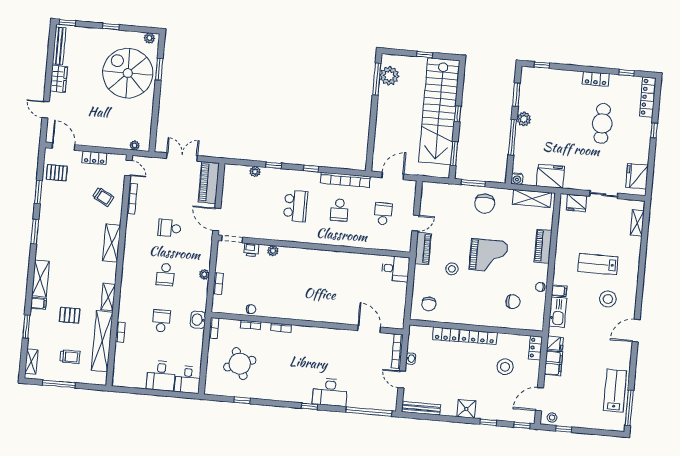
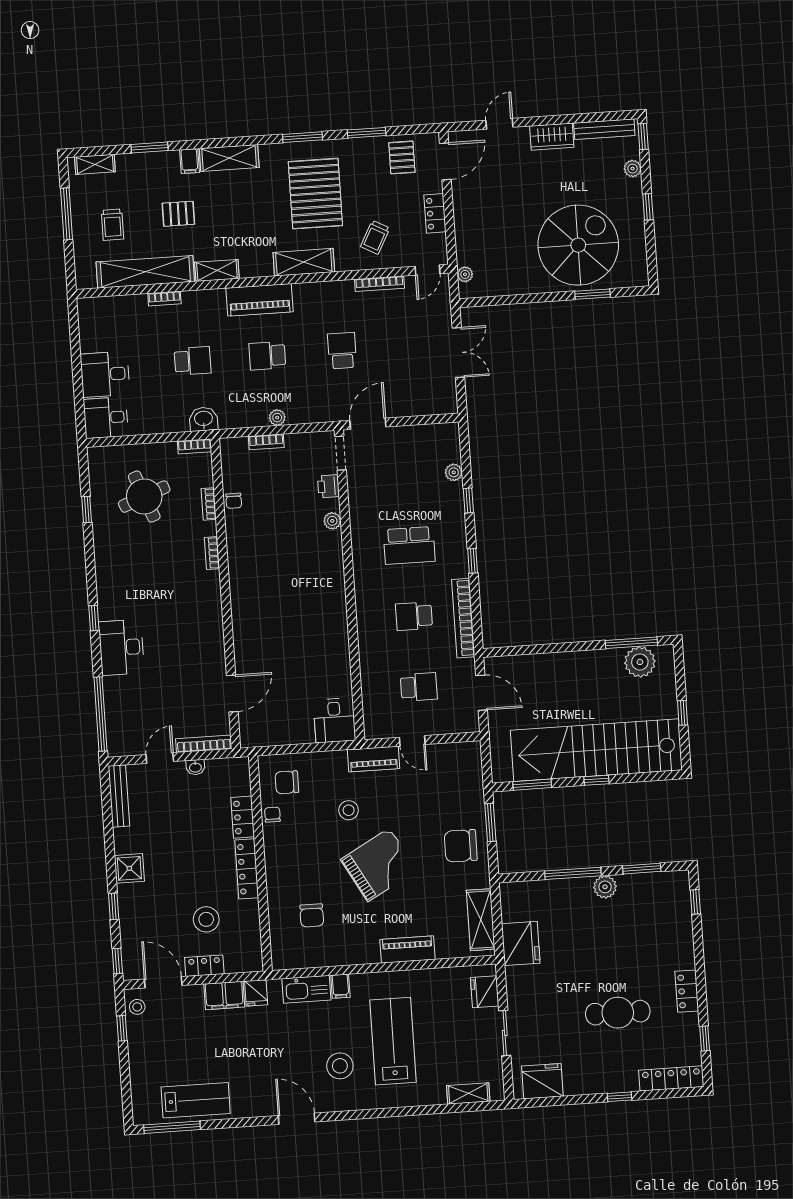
plant: (149, 38) -> (633, 169), moved
water cooler: (517, 179) -> (508, 891), removed
piano: (209, 183) -> (259, 300), moved, turned 180
pallet: (71, 229) -> (315, 194), added
grand piano: (488, 256) -> (379, 865), turned -119
lab bench: (598, 264) -> (393, 1041), width x1.36, depth x1.39
chair: (540, 287) -> (272, 815), moved
pallet: (70, 315) -> (178, 214), turned 90
locker: (535, 348) -> (204, 966), moved

